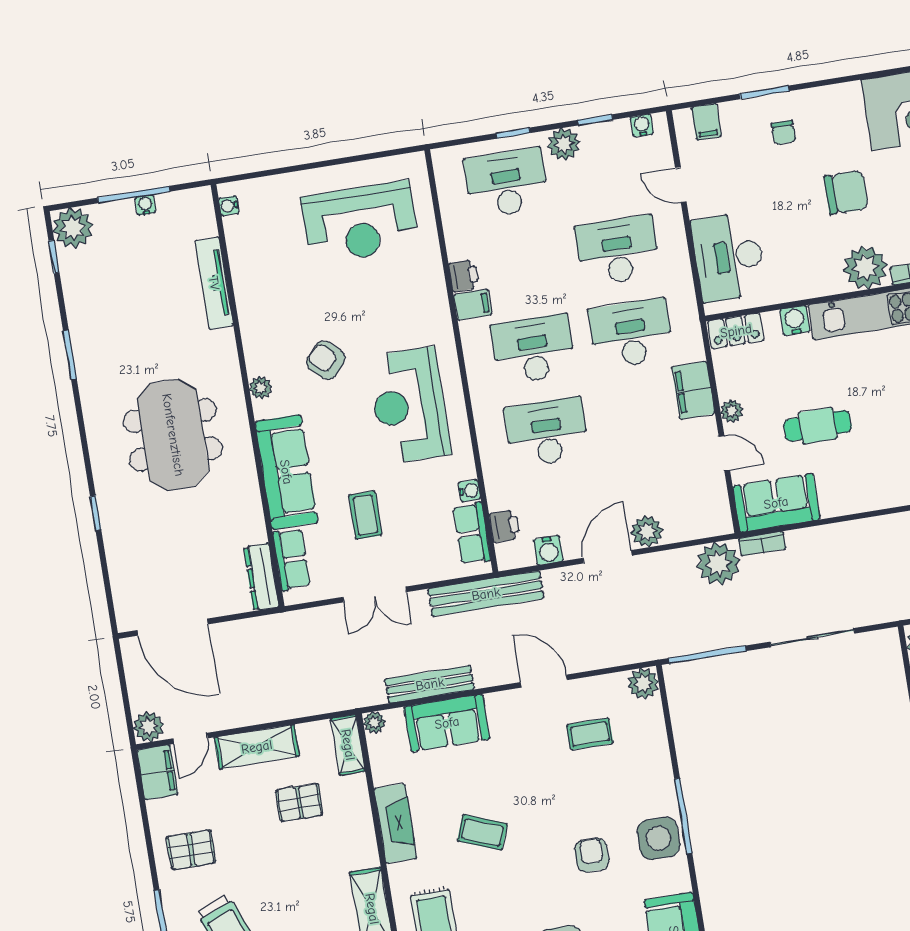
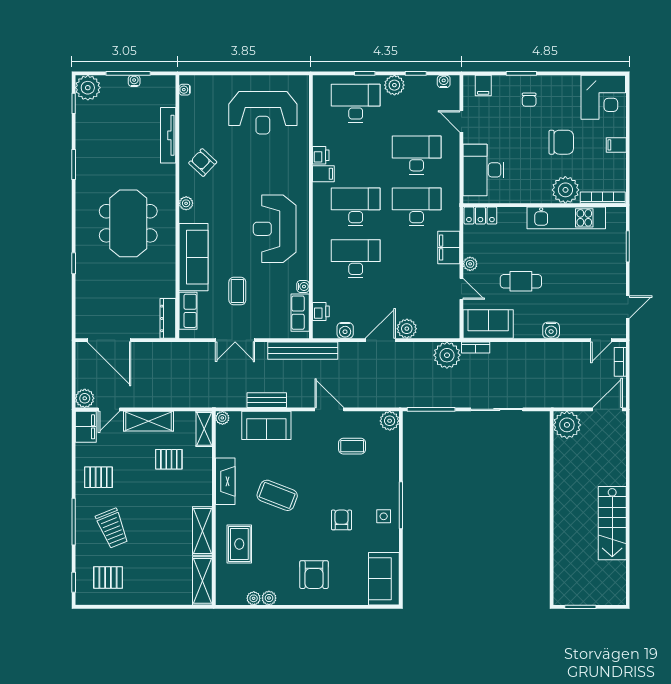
water cooler: (795, 320) -> (551, 330), moved, turned 180
armchair: (326, 360) -> (203, 163), moved
bench: (430, 684) -> (267, 400), width x0.73
coffee table: (482, 832) -> (277, 495), width x1.36, depth x1.30
side table: (659, 838) -> (384, 516), width x0.54, depth x0.54

